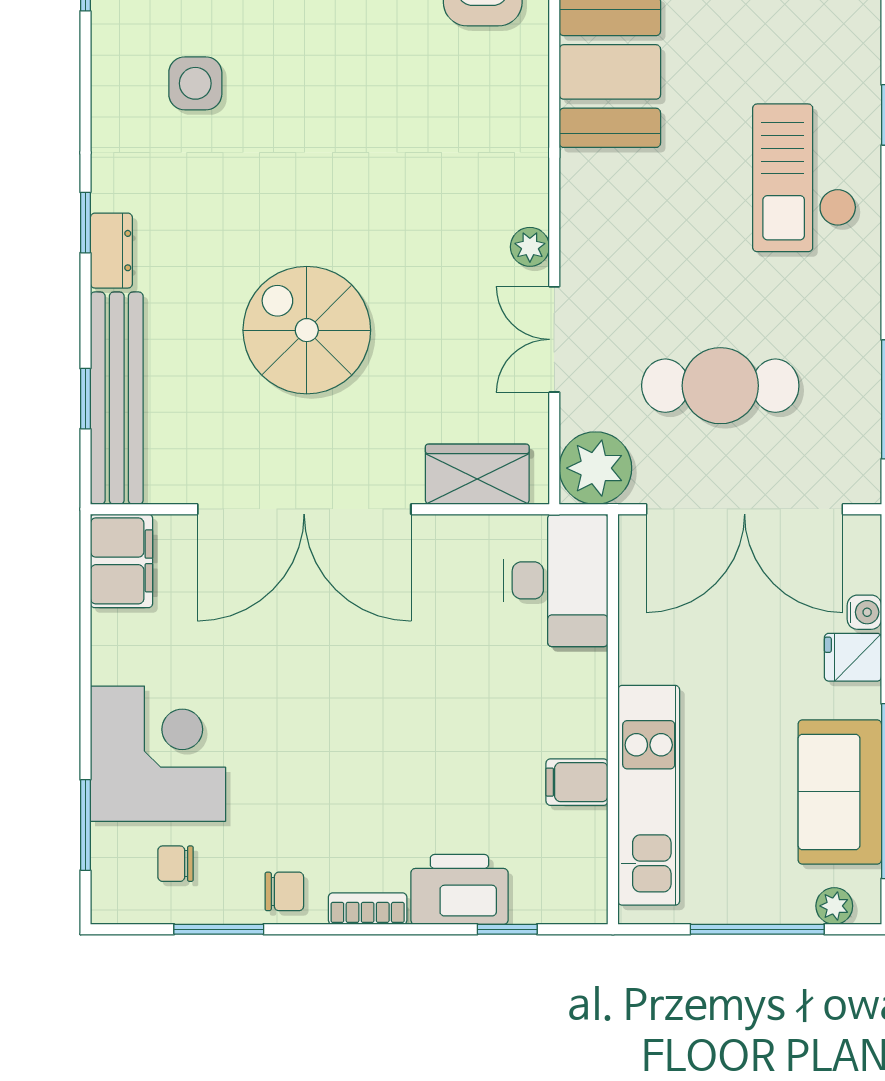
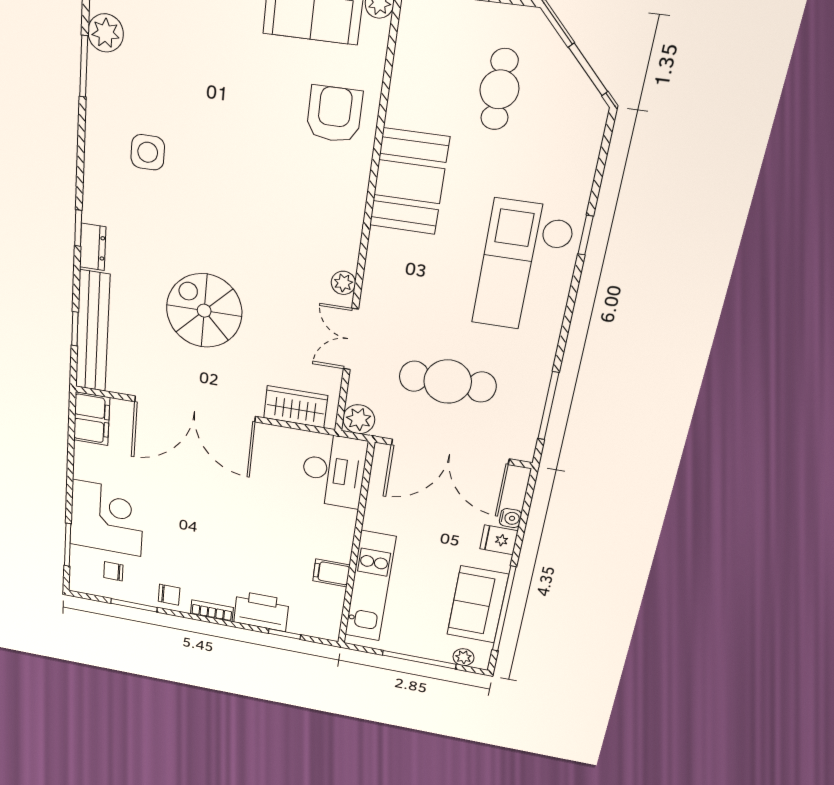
checkout: (804, 178) -> (524, 267), width x1.36, depth x1.21
plant: (595, 468) -> (359, 419), width x0.73, depth x0.73

